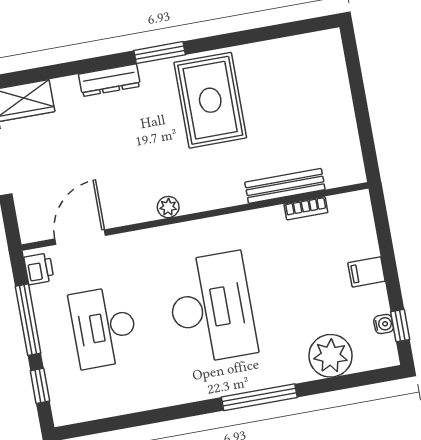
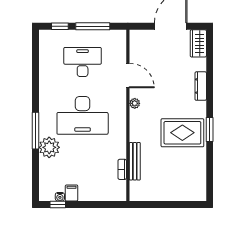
window: (160, 53) -> (210, 130), moved
door: (80, 237) -> (128, 76), moved
printer: (39, 269) -> (116, 36), removed
filing cabinet: (366, 272) -> (72, 193), moved
plant: (331, 356) -> (49, 147), moved

